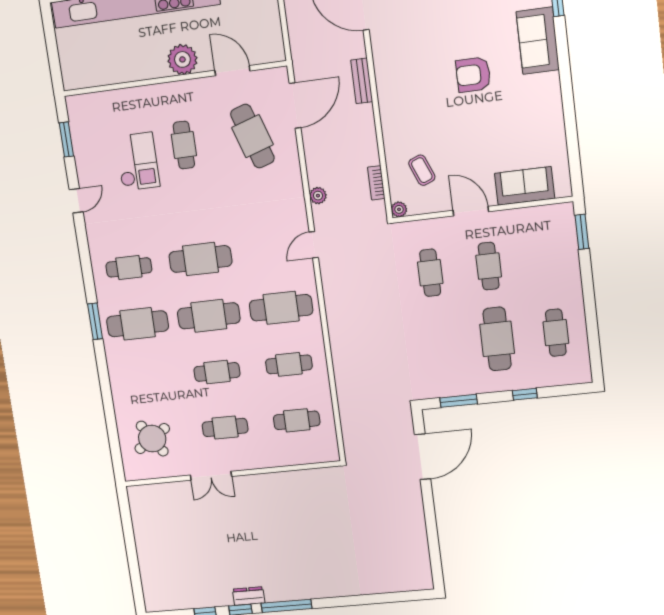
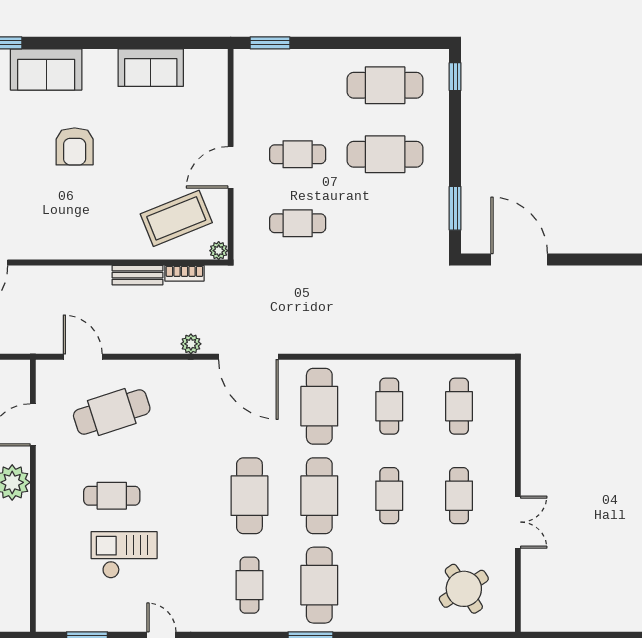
bench: (362, 81) -> (138, 275), moved
door: (295, 105) -> (83, 357), width x0.73
coffee table: (422, 170) -> (176, 218), width x1.86, depth x1.72
sofa: (525, 186) -> (151, 68), moved, turned -90
door: (314, 245) -> (248, 357), width x1.87
cafe table: (556, 333) -> (385, 85), width x1.37, depth x1.35
window: (525, 394) -> (455, 77), moved

